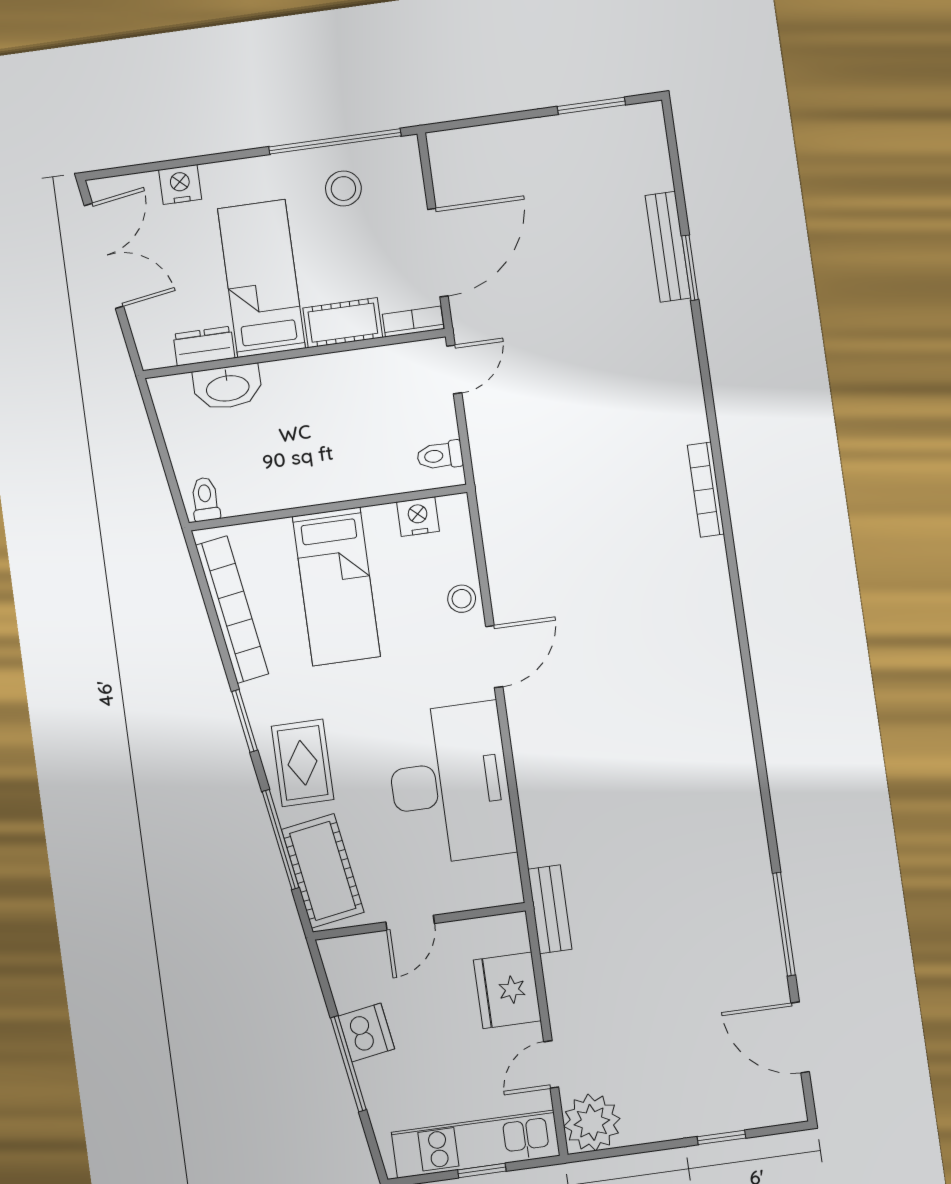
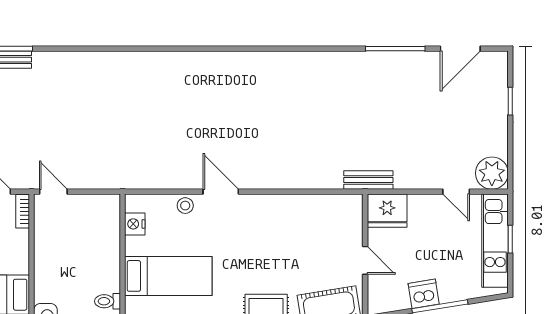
cot: (343, 323) -> (18, 252), removed
toilet: (440, 455) -> (108, 301), moved, turned 90
bookcase: (706, 490) -> (142, 58), removed
desk: (450, 784) -> (289, 227), removed
fridge: (507, 990) -> (387, 211), moved

